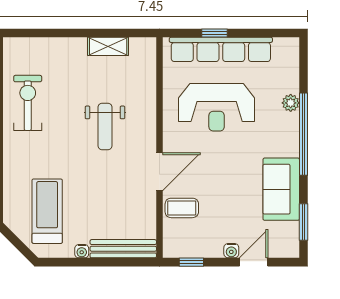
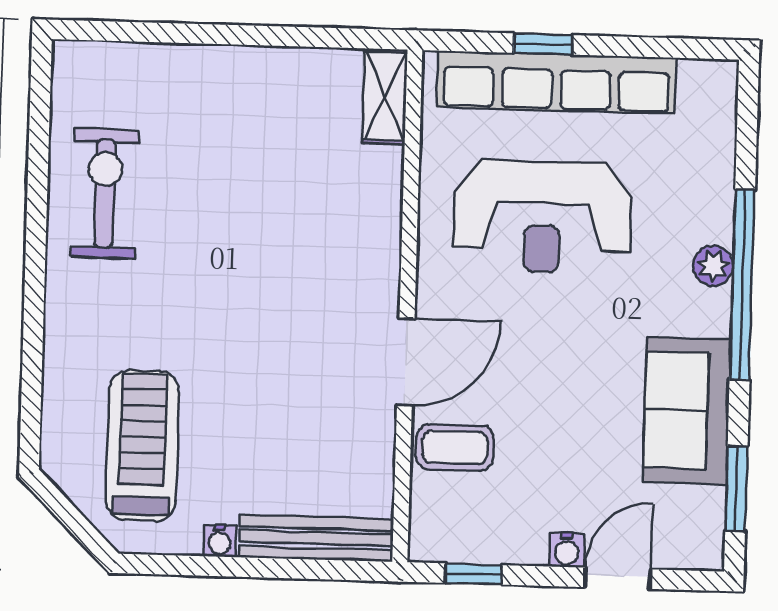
shelving: (108, 46) -> (385, 96), moved, turned 90
plant: (291, 103) -> (713, 266), moved
weight bench: (105, 126) -> (282, 253), removed

